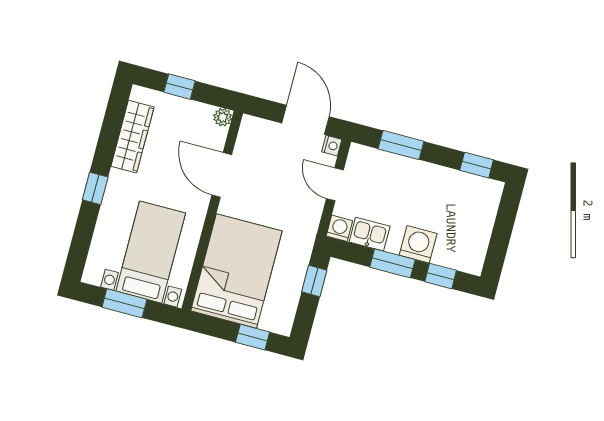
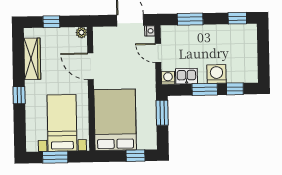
window: (314, 281) -> (162, 113), width x1.50

